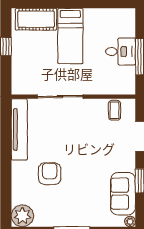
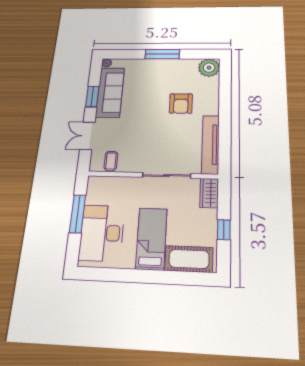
desk: (121, 51) -> (102, 233), width x1.87, depth x1.30
wardrobe: (20, 80) -> (209, 193), added
sofa: (123, 194) -> (110, 92), width x1.36

